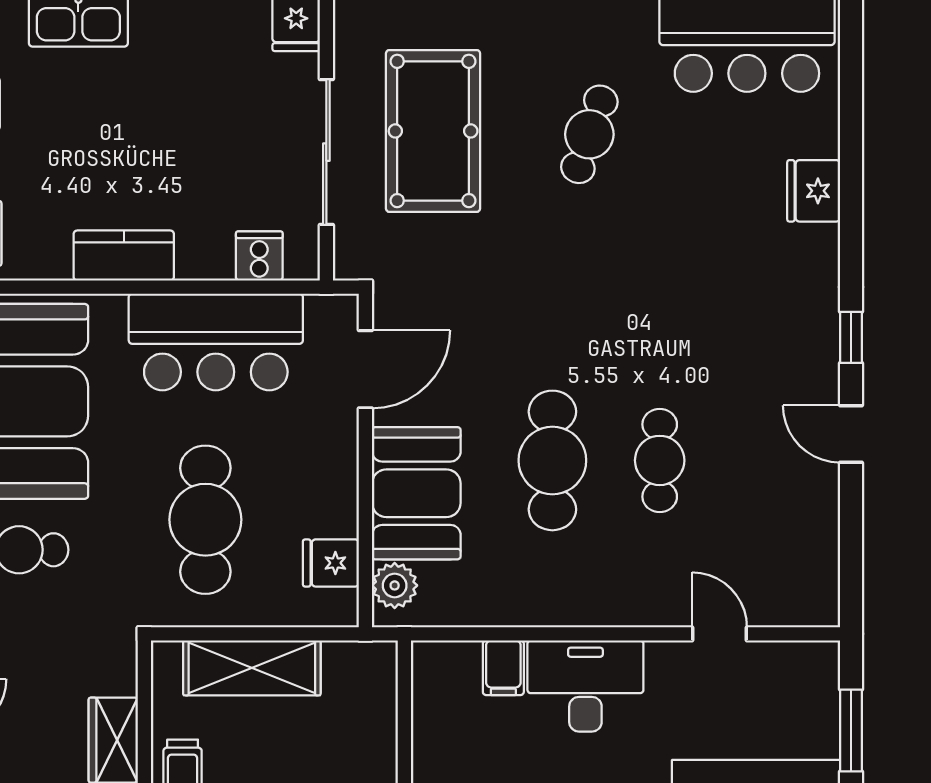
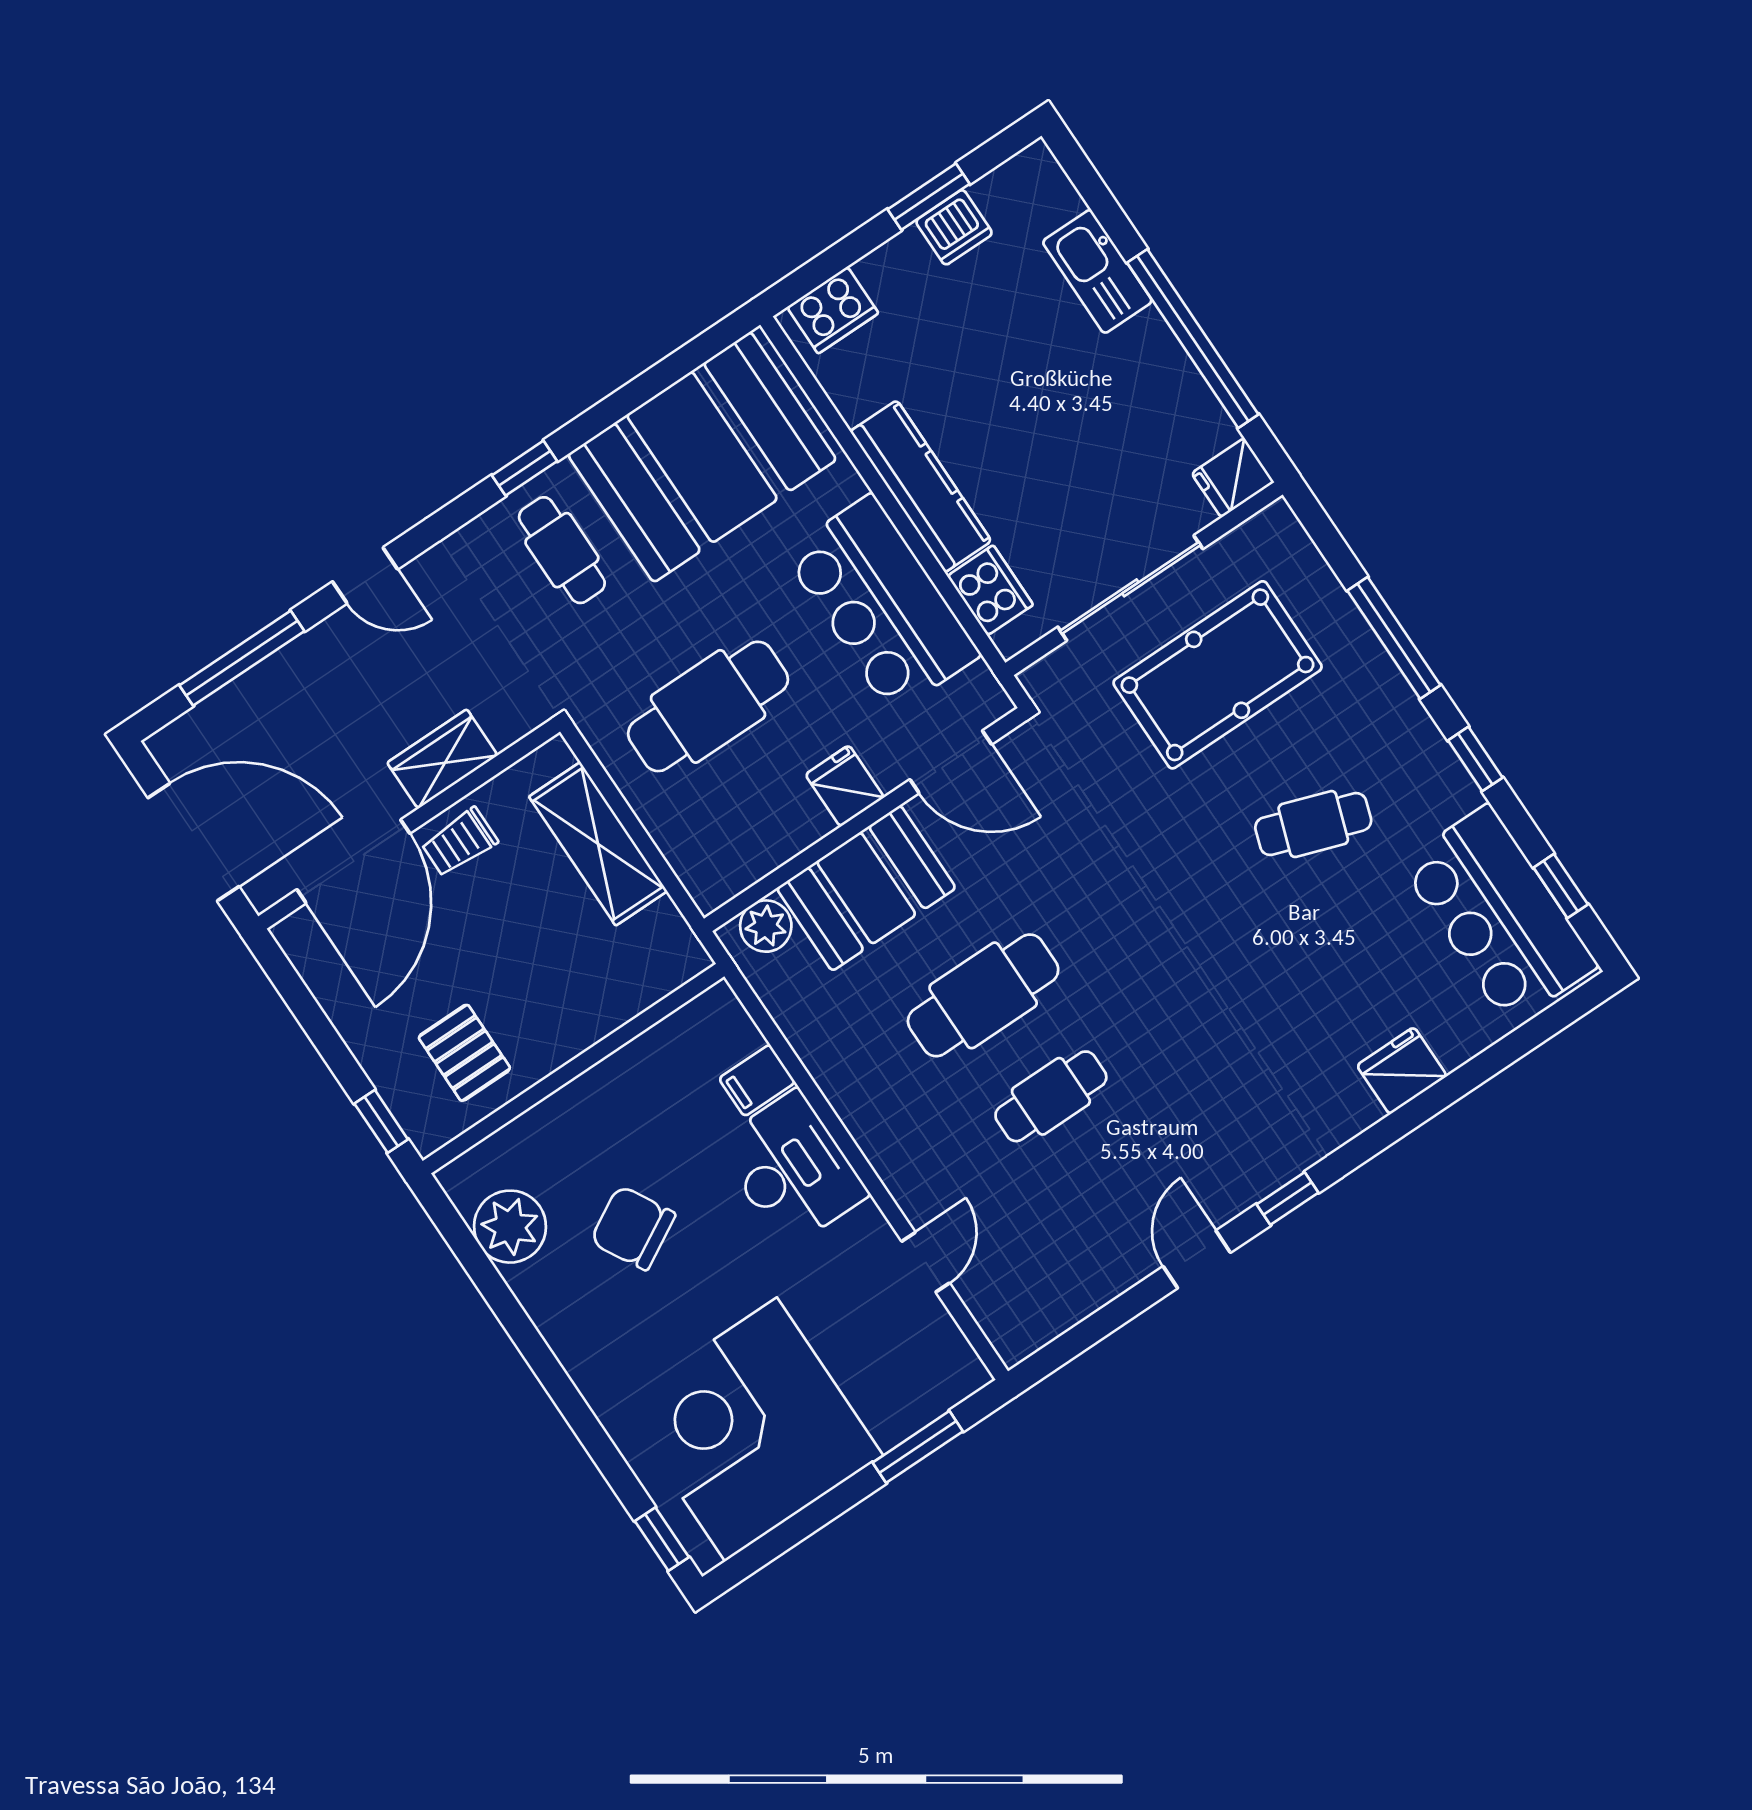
kitchen counter: (124, 256) -> (921, 486), width x1.50
cooker: (259, 256) -> (990, 590), width x1.36
fridge: (331, 563) -> (845, 786), moved

